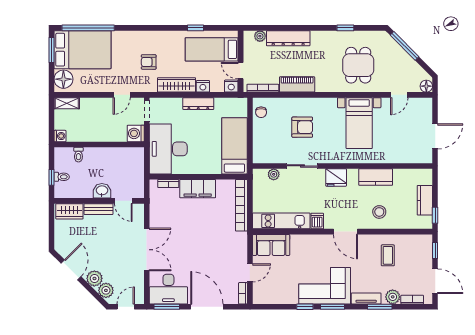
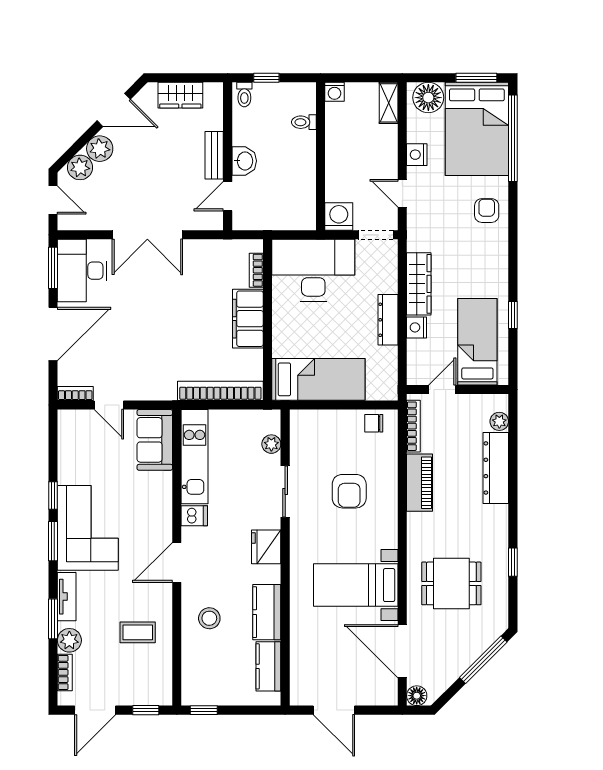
armchair: (149, 62) -> (487, 211), moved
nightstand: (231, 86) -> (417, 155), moved
door: (399, 95) -> (402, 651), width x1.88
toilet: (62, 177) -> (244, 95), moved
kitchen counter: (425, 200) -> (268, 666), moved, turned -90
wardrobe: (69, 211) -> (180, 95), moved, turned -90

